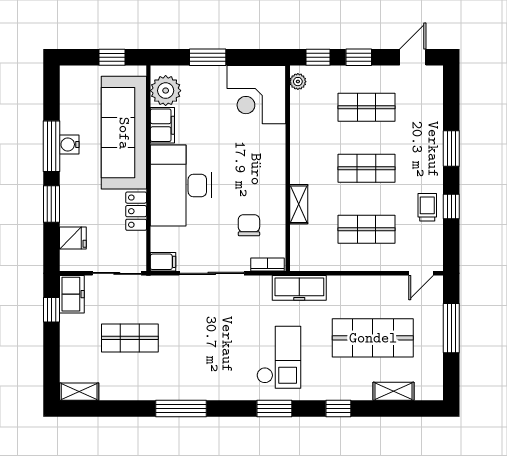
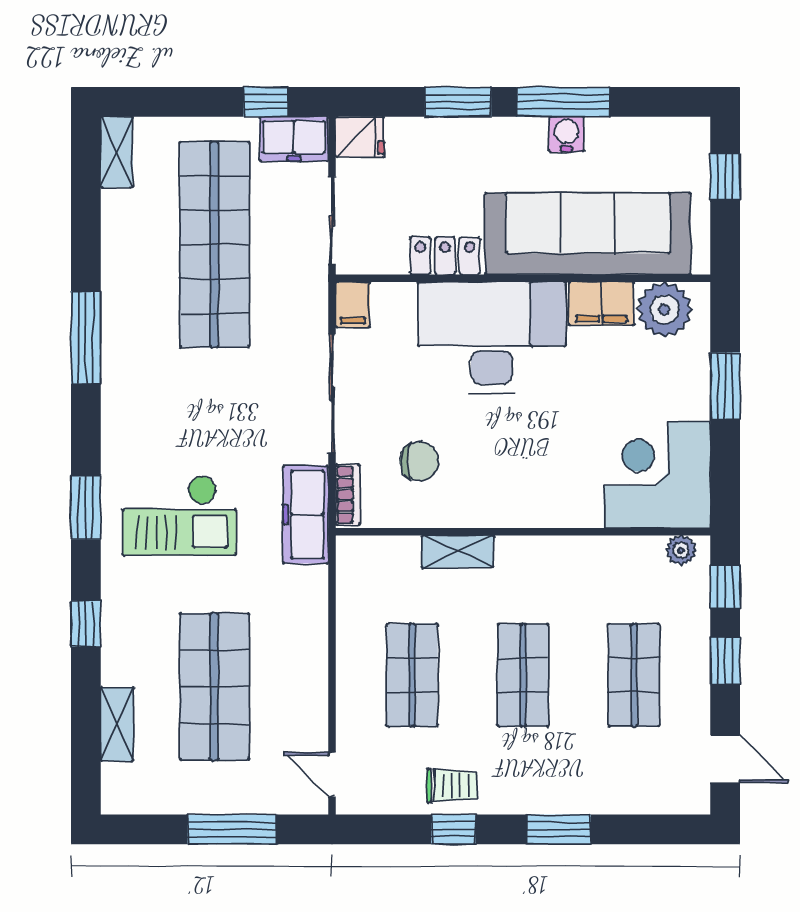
window: (112, 57) -> (725, 176), moved
fridge: (73, 238) -> (360, 137), moved, turned -90
freezer: (299, 288) -> (306, 514), moved
shop shelf: (130, 338) -> (214, 245), width x2.00, depth x1.36

